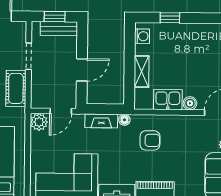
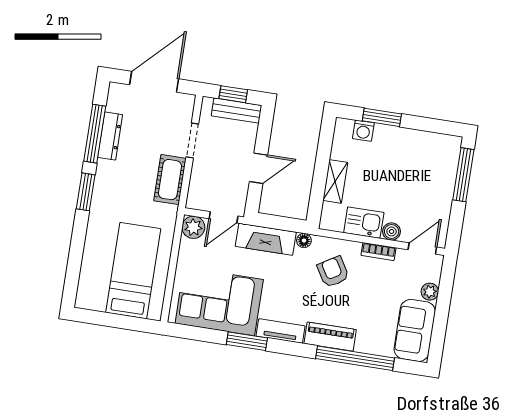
window: (170, 18) -> (382, 117), width x1.50
washing machine: (142, 36) -> (363, 131), moved, turned 90
bookcase: (182, 120) -> (378, 252), added
fireplace: (101, 121) -> (266, 239), width x1.37, depth x1.32
armchair: (150, 140) -> (333, 272), turned -121

